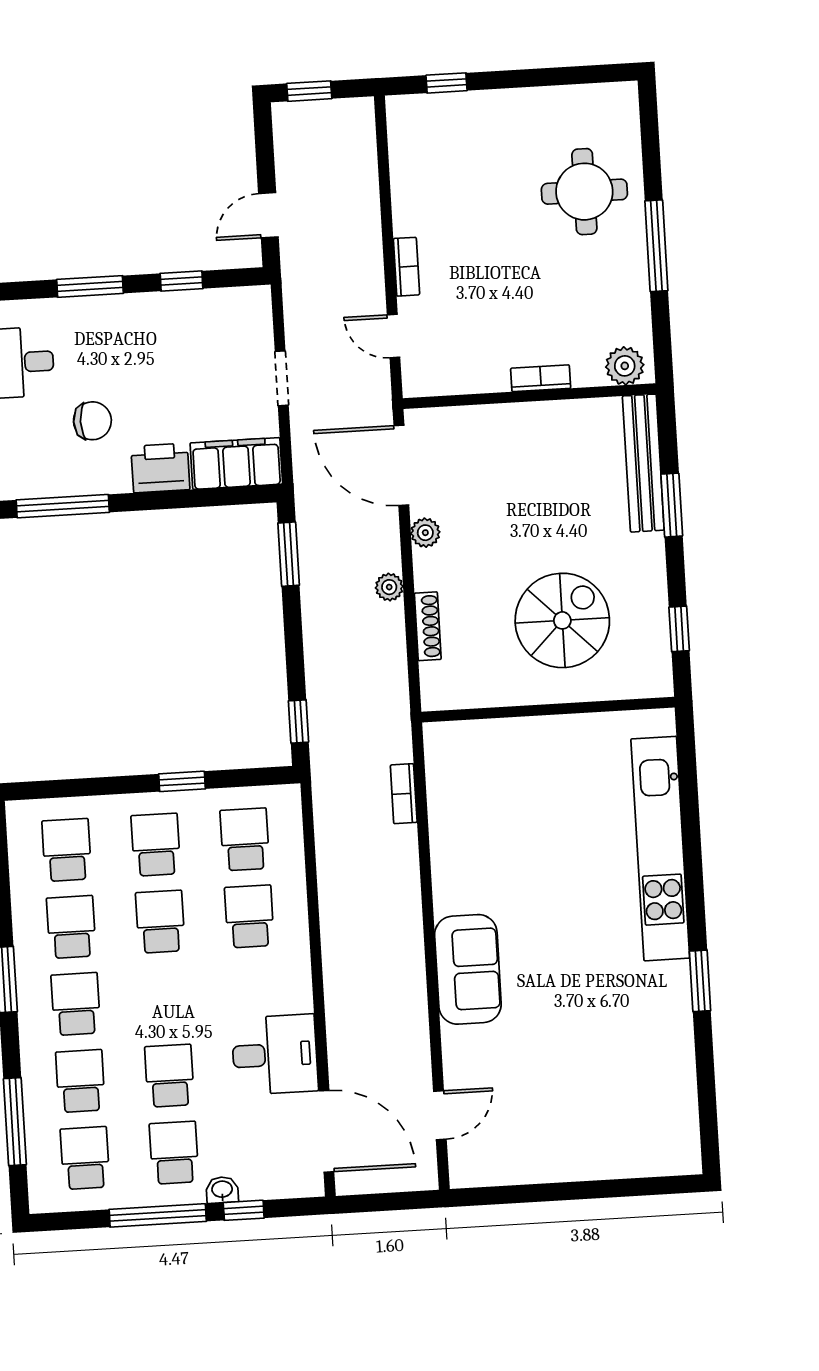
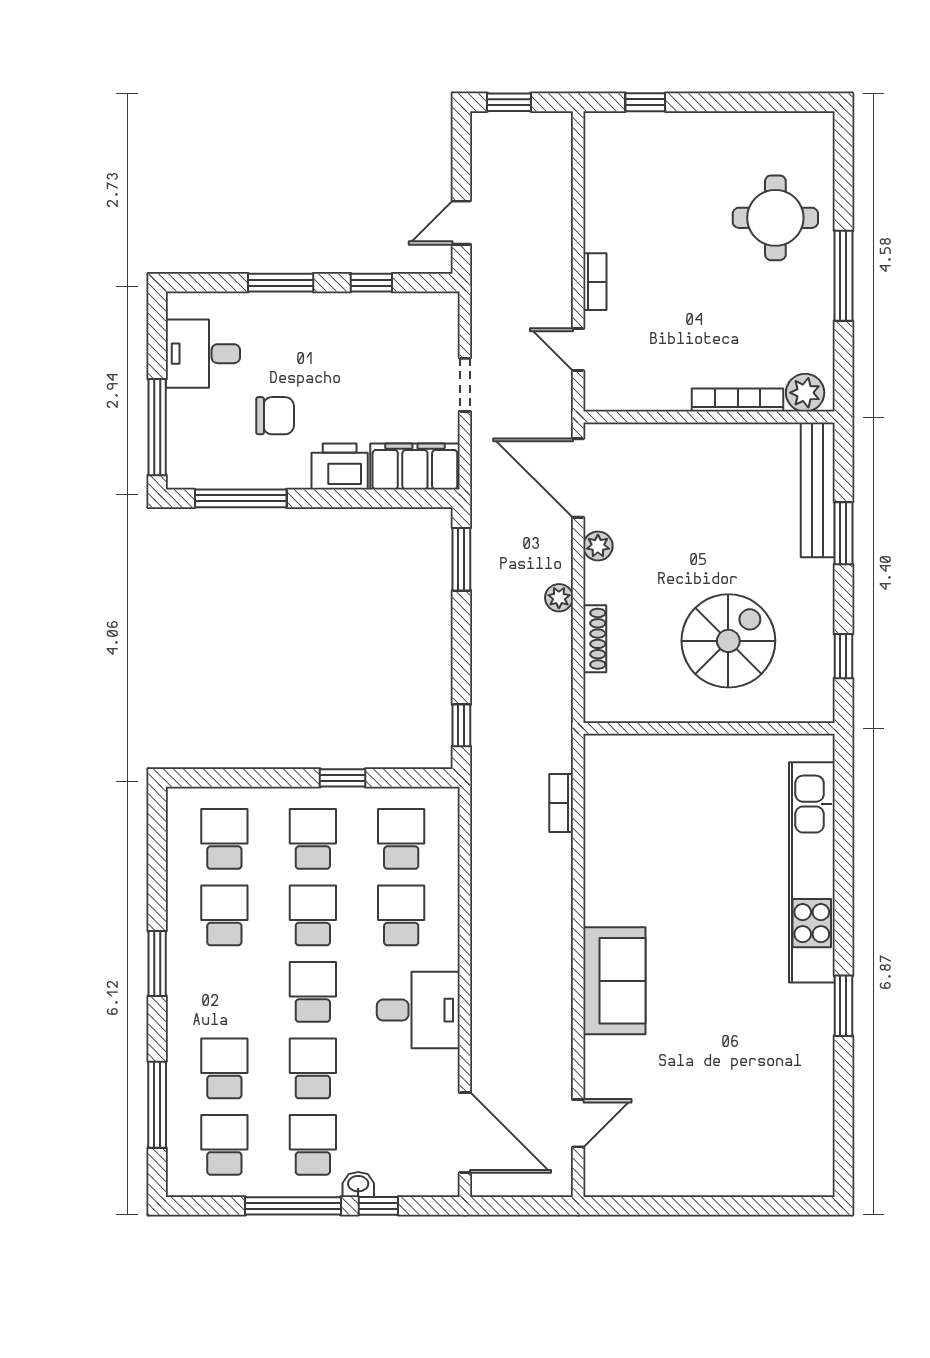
bookcase: (541, 378) -> (738, 400), width x1.56
school desk: (76, 1004) -> (313, 992), moved
desk: (275, 1055) -> (418, 1010), moved

